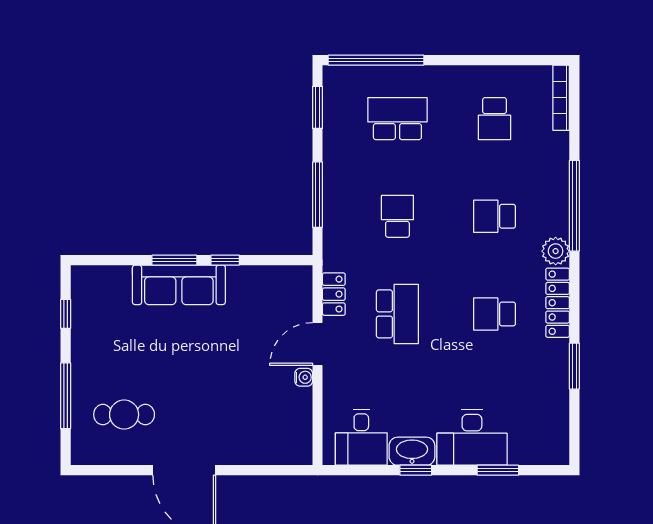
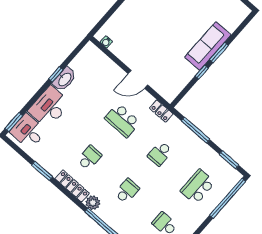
school desk: (397, 119) -> (198, 187), turned 180
school desk: (397, 216) -> (160, 154), turned 90
locker: (334, 294) -> (161, 111), moved
door: (318, 344) -> (138, 79), swing flipped
water cooler: (304, 377) -> (106, 42), moved
desk: (361, 437) -> (28, 131), moved
window: (498, 470) -> (14, 122), moved

